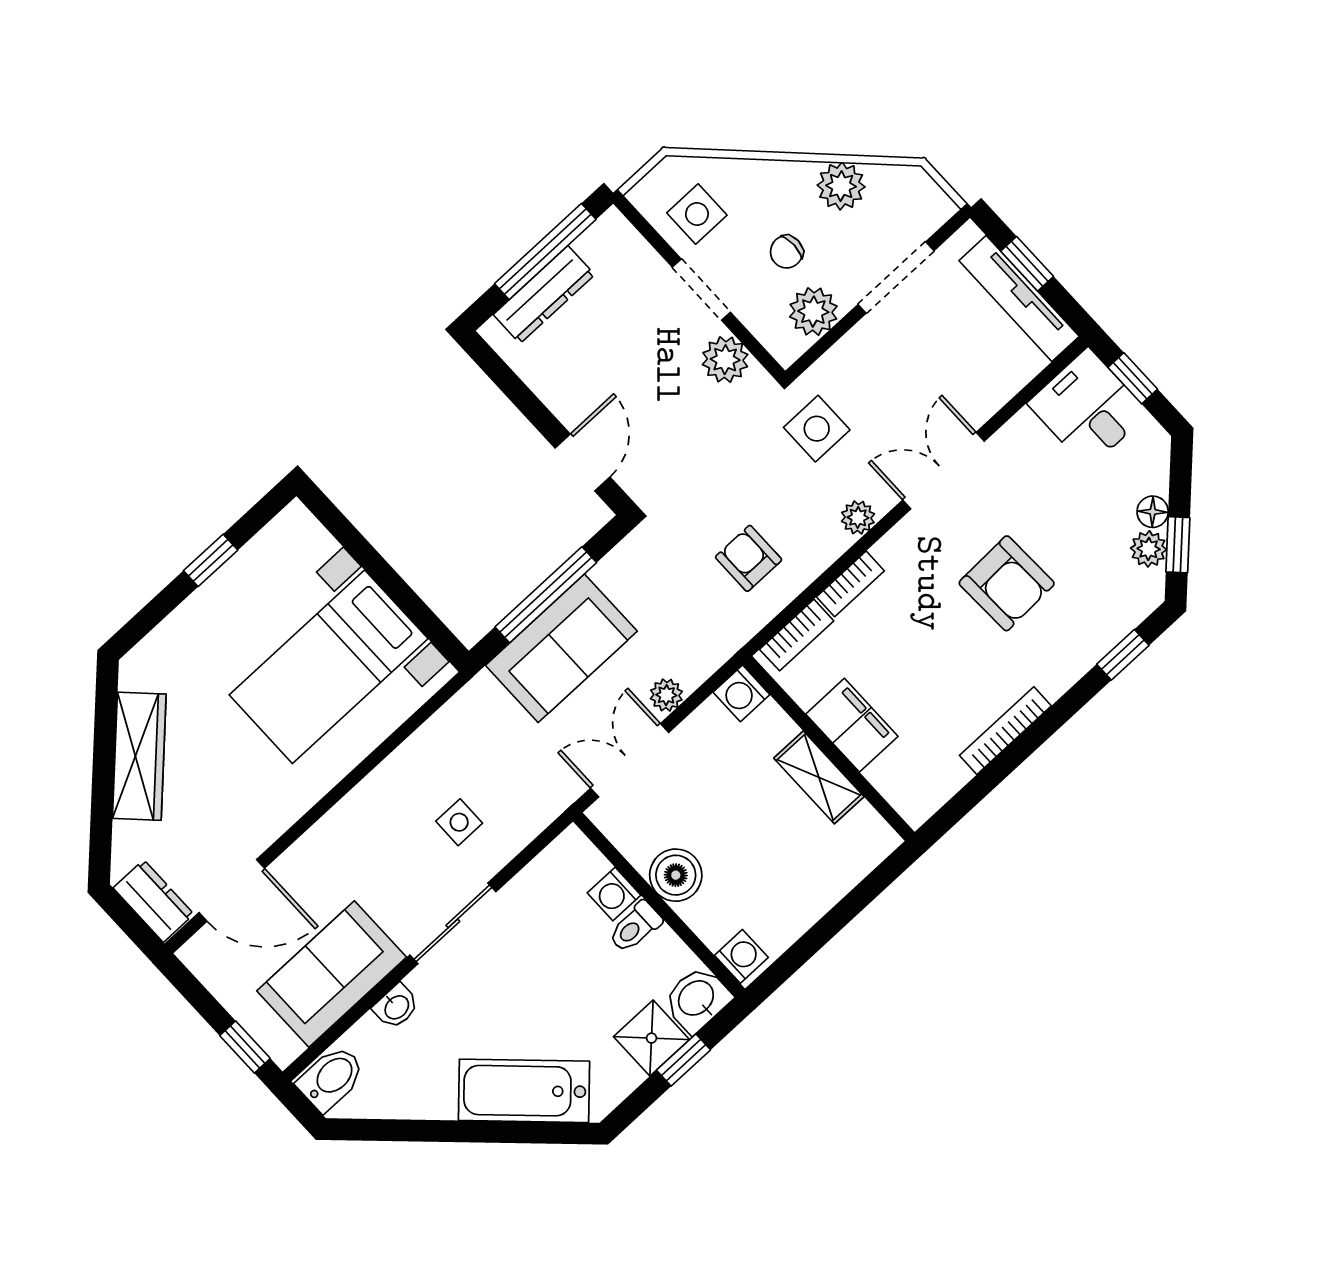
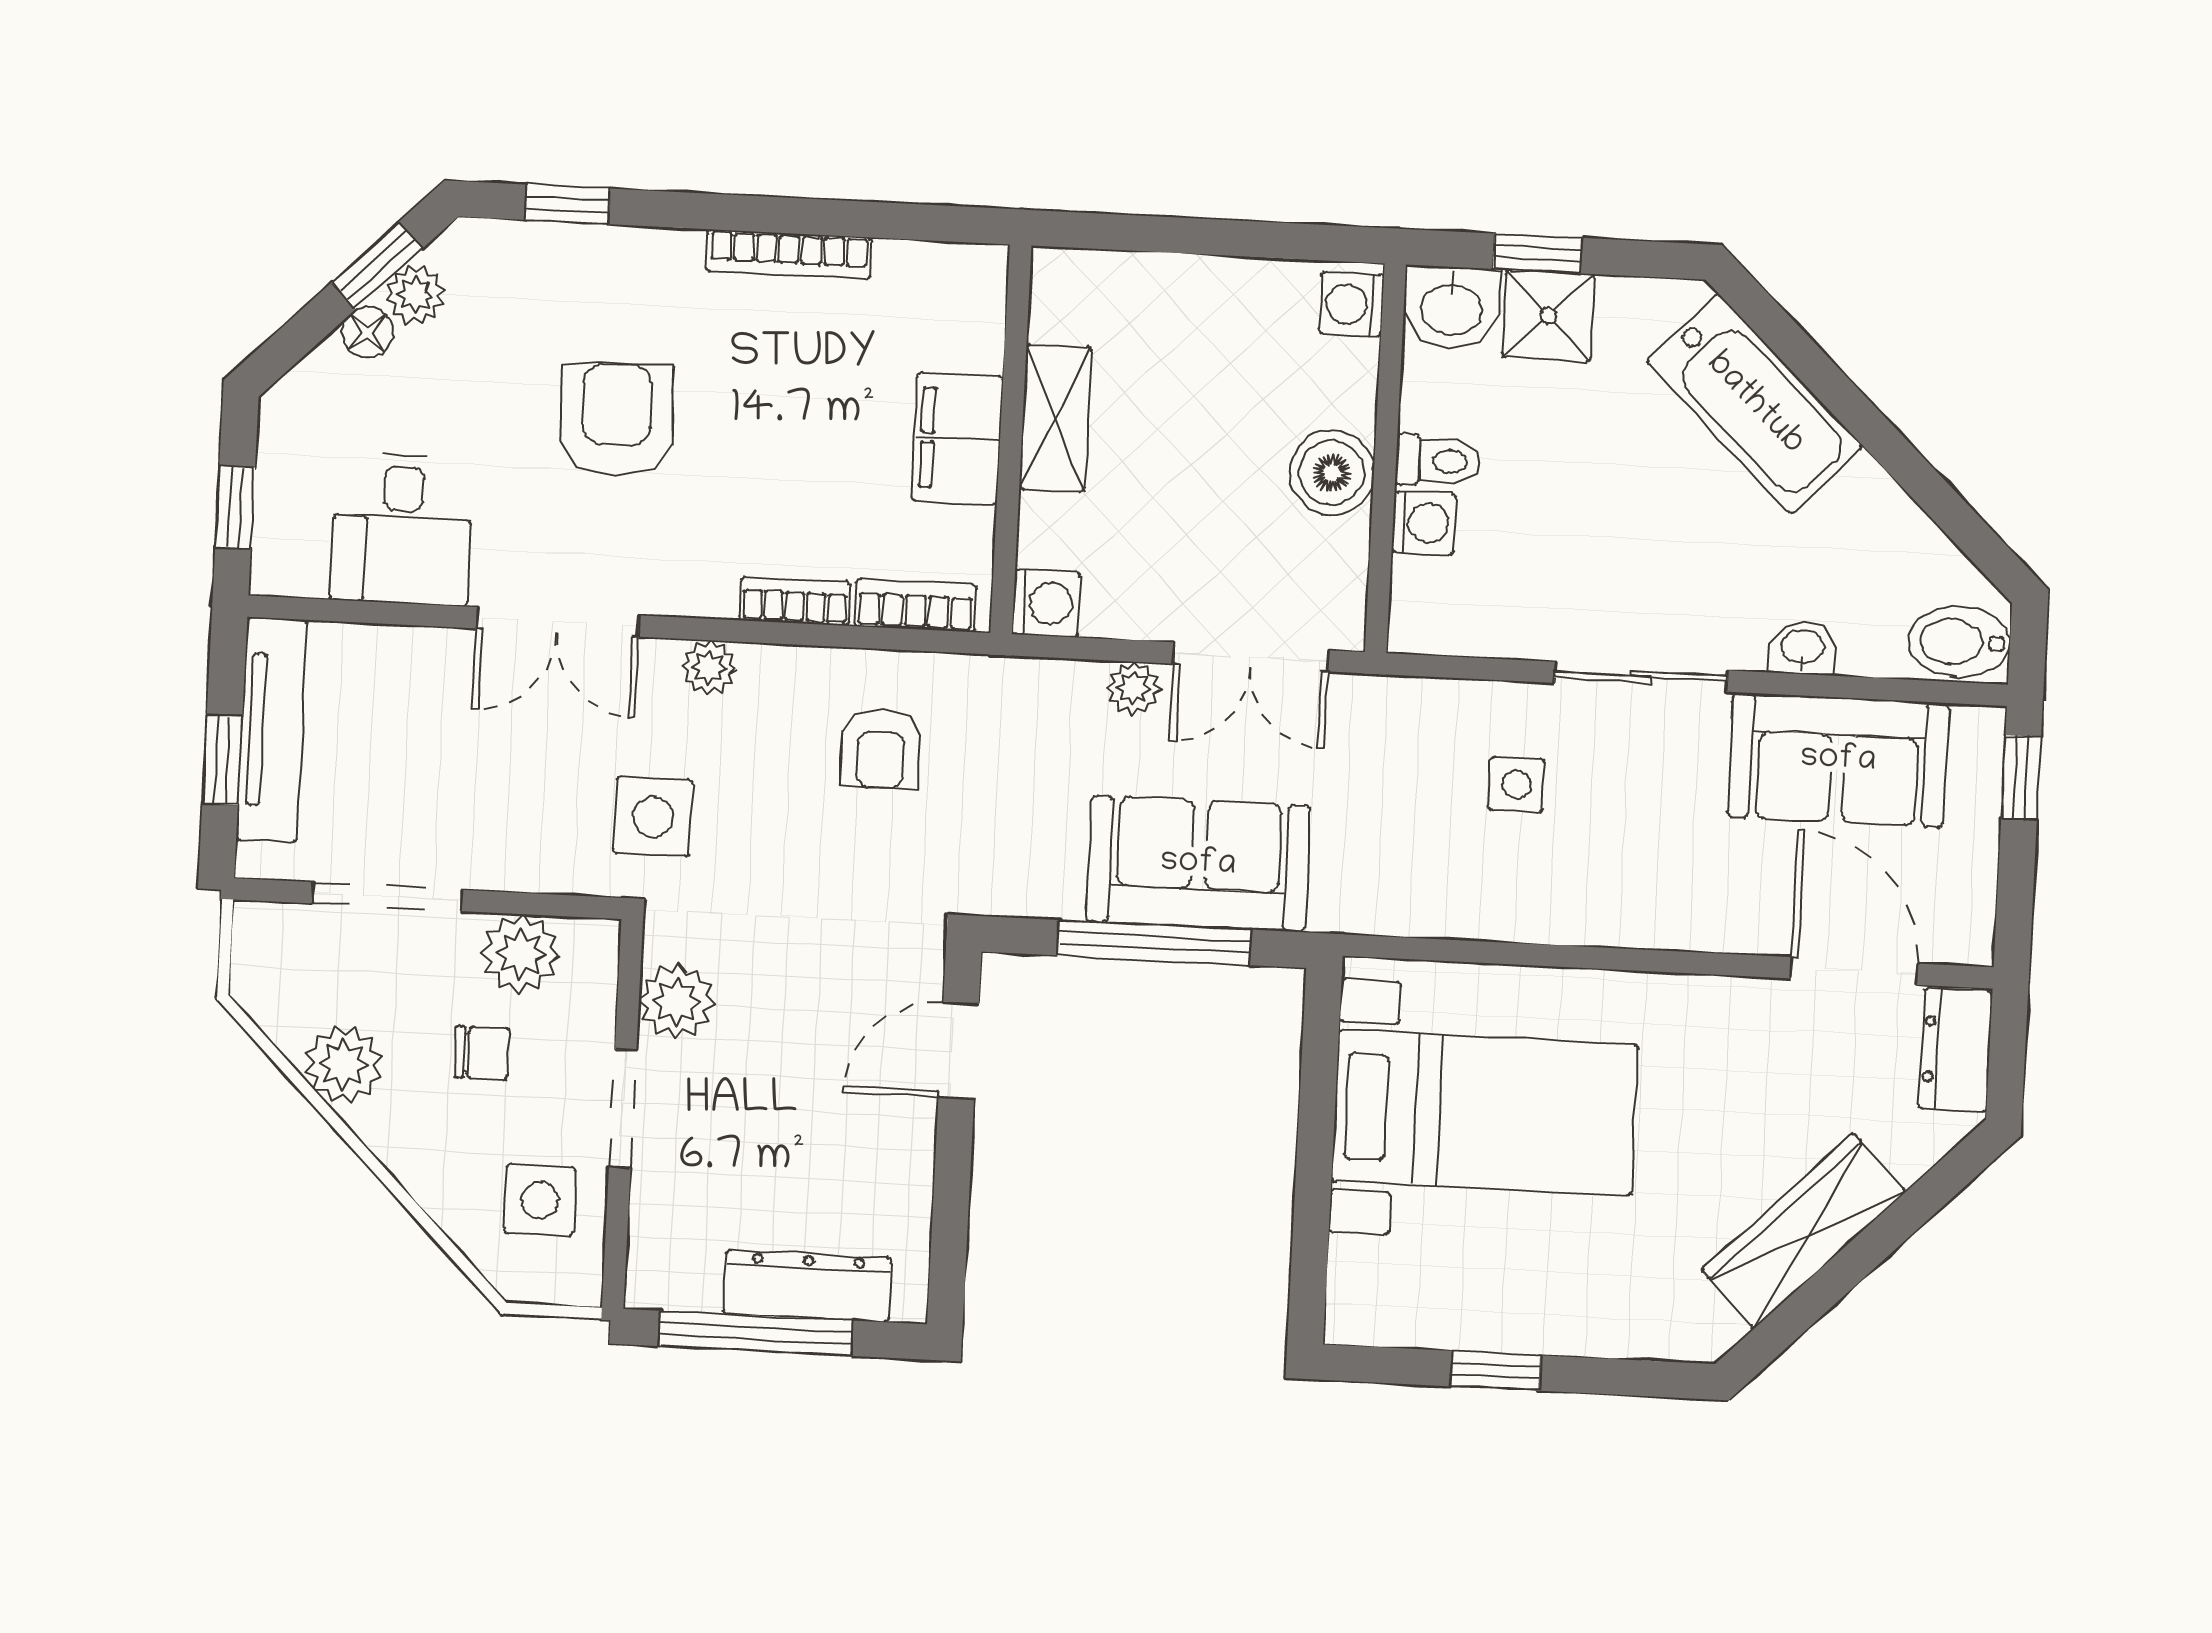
desk: (1088, 408) -> (402, 529), moved

